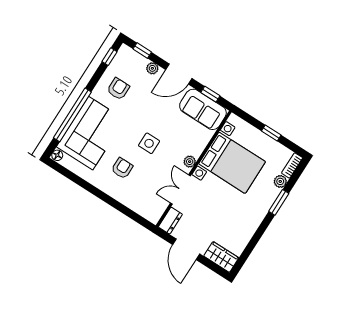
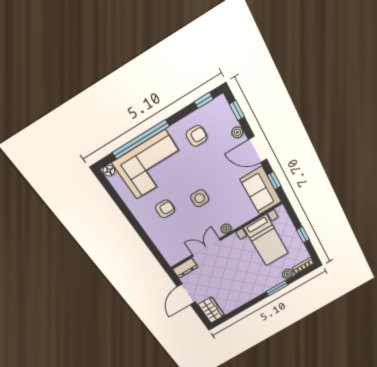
bed with nightstands: (232, 163) -> (266, 240), width x0.73

